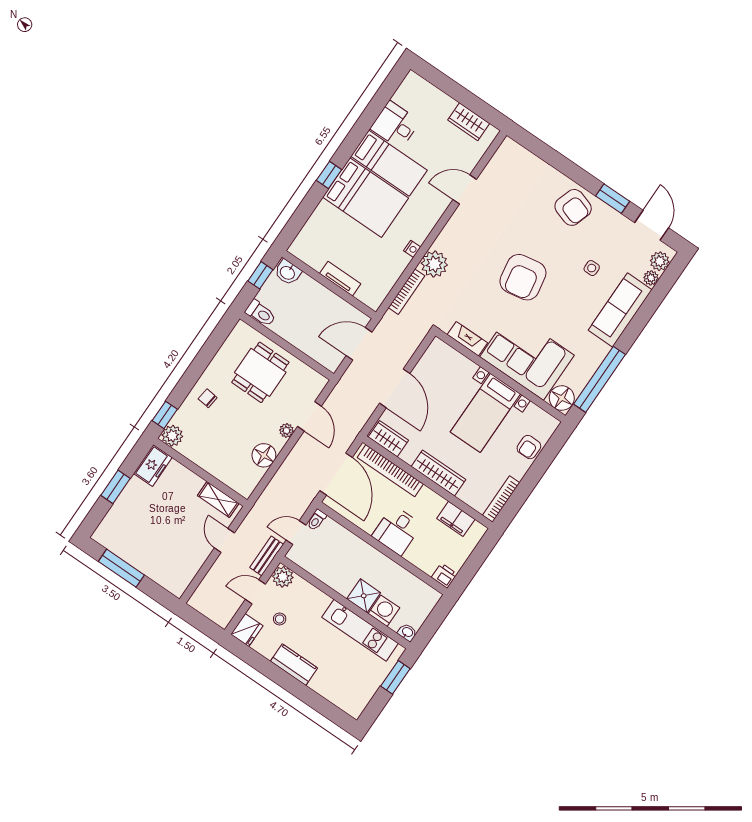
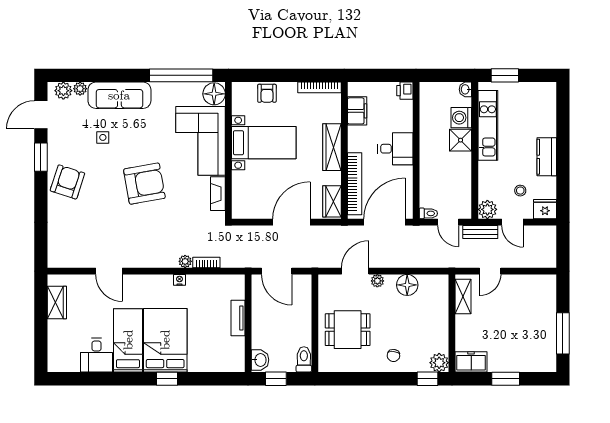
plant: (434, 264) -> (185, 261), width x0.53, depth x0.53
bookcase: (406, 292) -> (206, 262), width x0.64
armchair: (529, 447) -> (267, 93), turned 90

